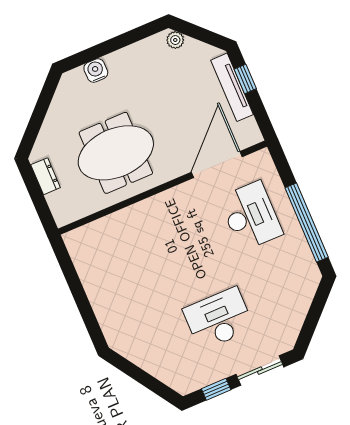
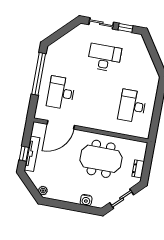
sliding door: (40, 111) -> (122, 199), added
desk: (122, 271) -> (132, 106), added
desk: (219, 319) -> (104, 58), turned 180

